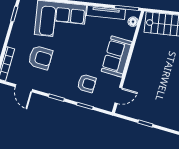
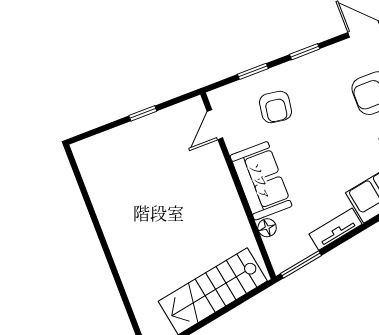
tv unit: (106, 12) -> (336, 229), width x0.71
floor lamp: (133, 22) -> (267, 228), moved
armchair: (87, 83) -> (276, 107), turned -82

